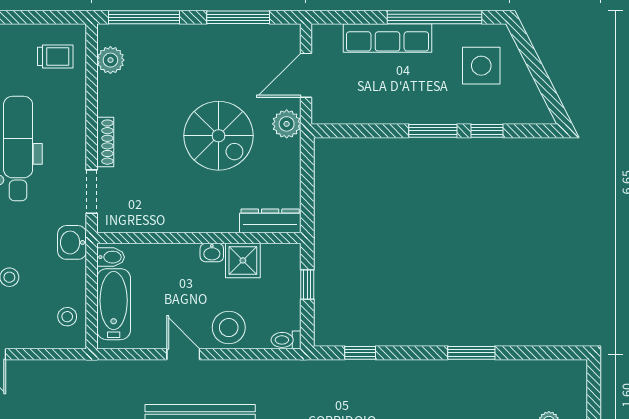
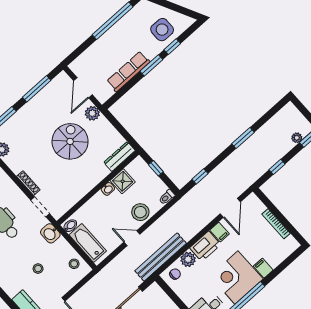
row of seats: (388, 38) -> (128, 71), moved, turned 180
side table: (481, 66) -> (162, 30), moved
spiral stairs: (219, 136) -> (70, 141), turned -90

